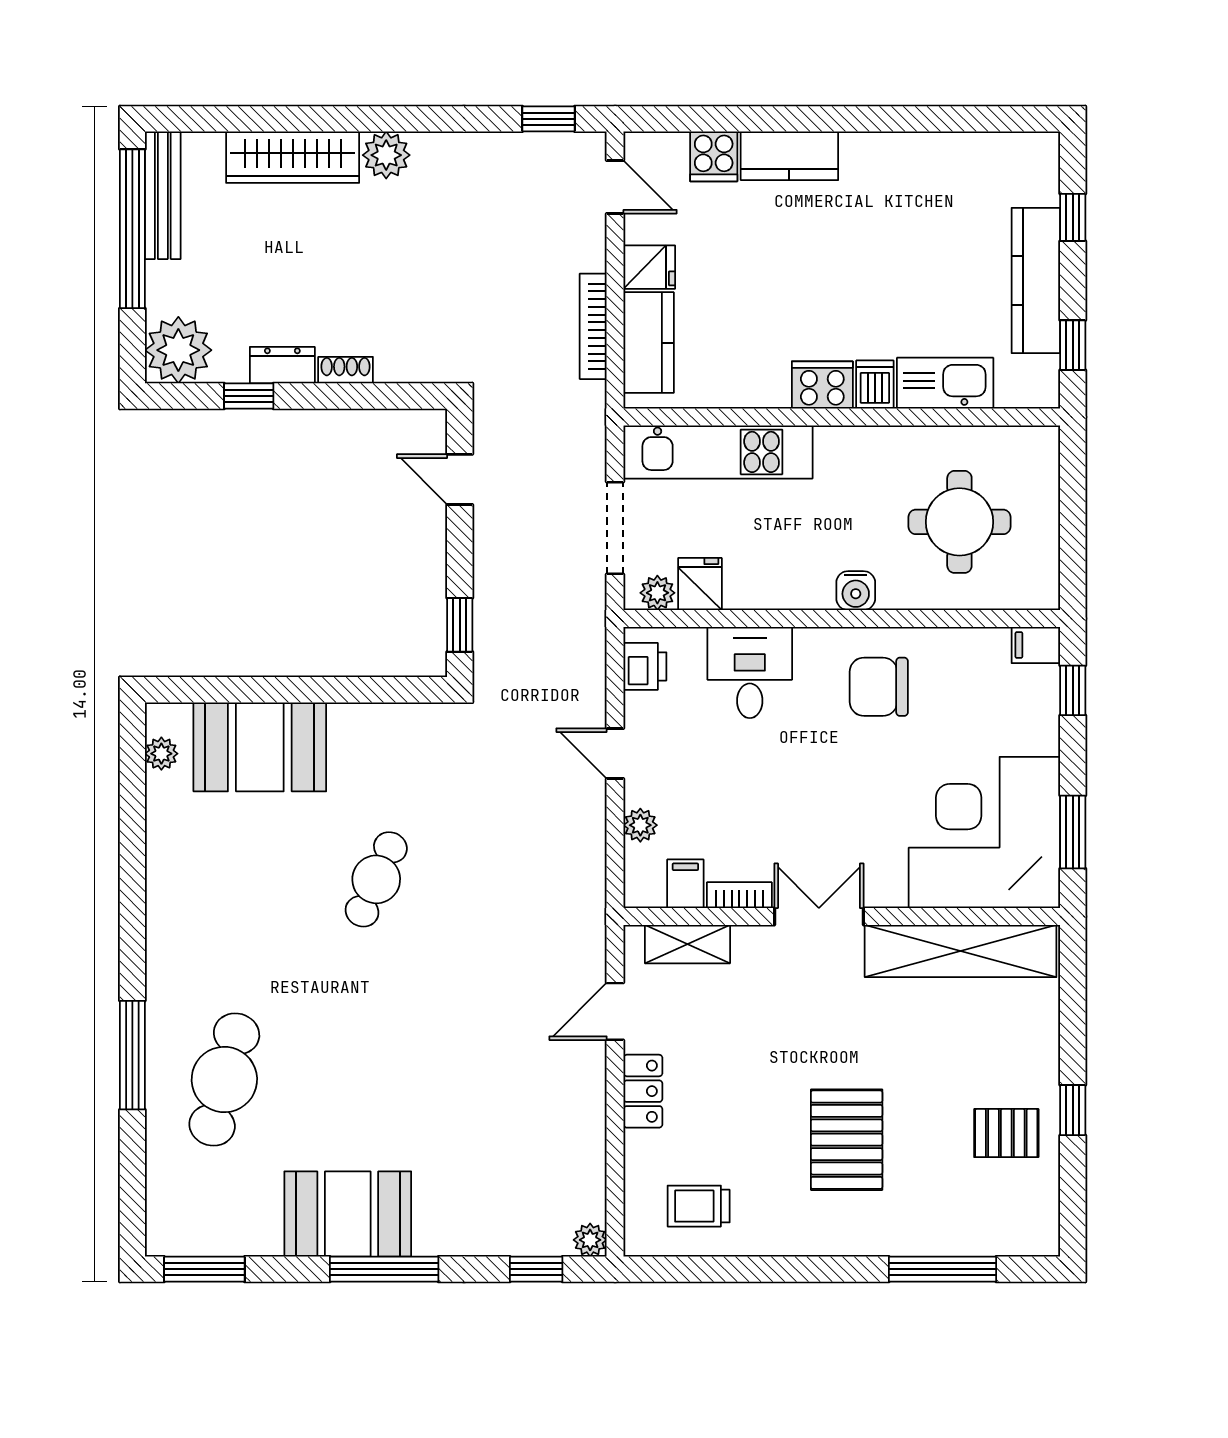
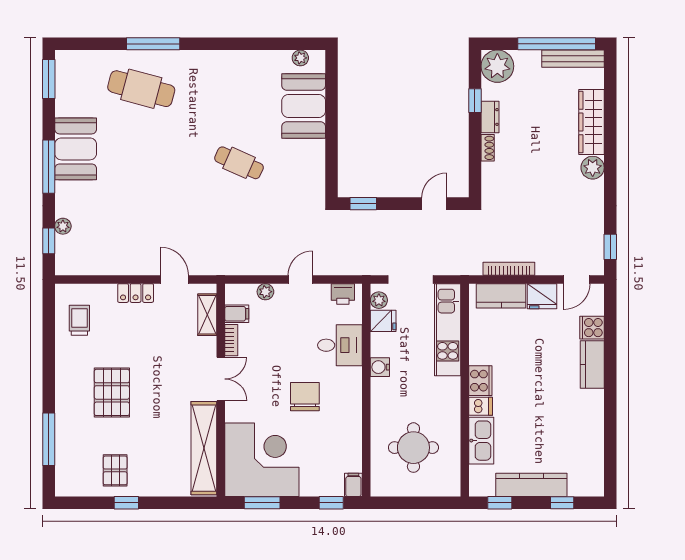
fridge: (649, 267) -> (542, 296), width x1.38
water cooler: (856, 591) -> (380, 367), moved
chair: (879, 687) -> (305, 397), moved
pallet: (847, 1140) -> (112, 392), turned 90
plant: (590, 1240) -> (63, 226), moved

